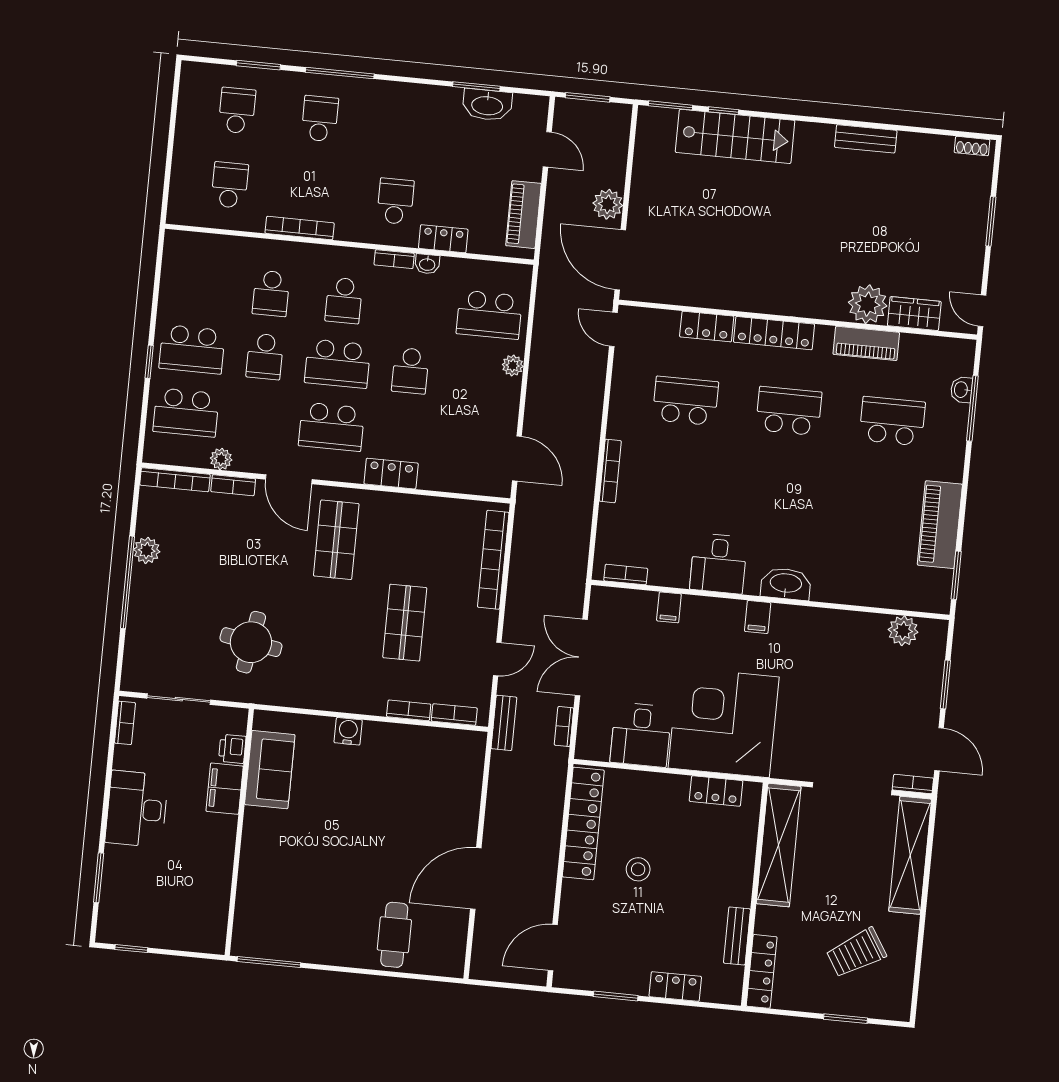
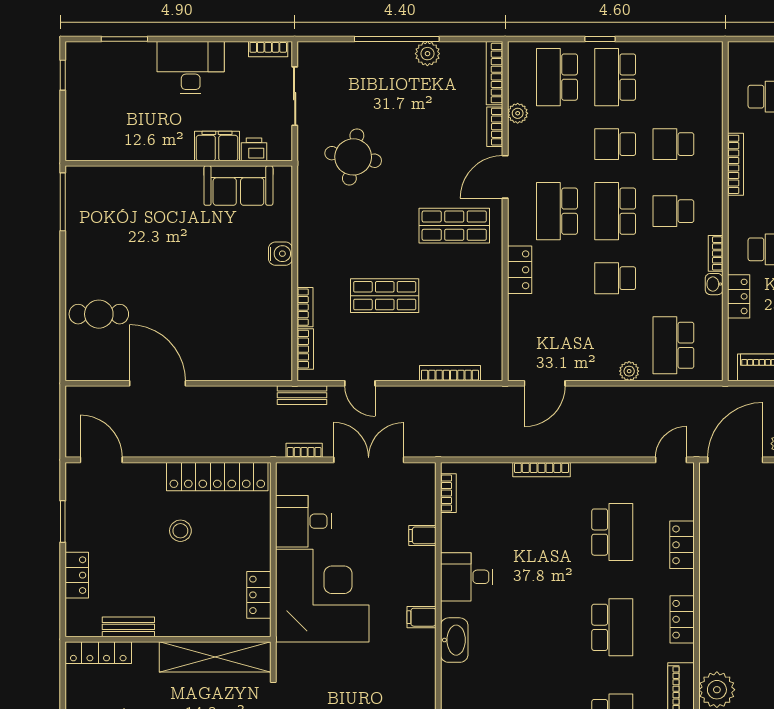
locker: (774, 333) -> (682, 619), width x0.66
bookcase: (493, 560) -> (450, 373), width x0.68, depth x0.76

